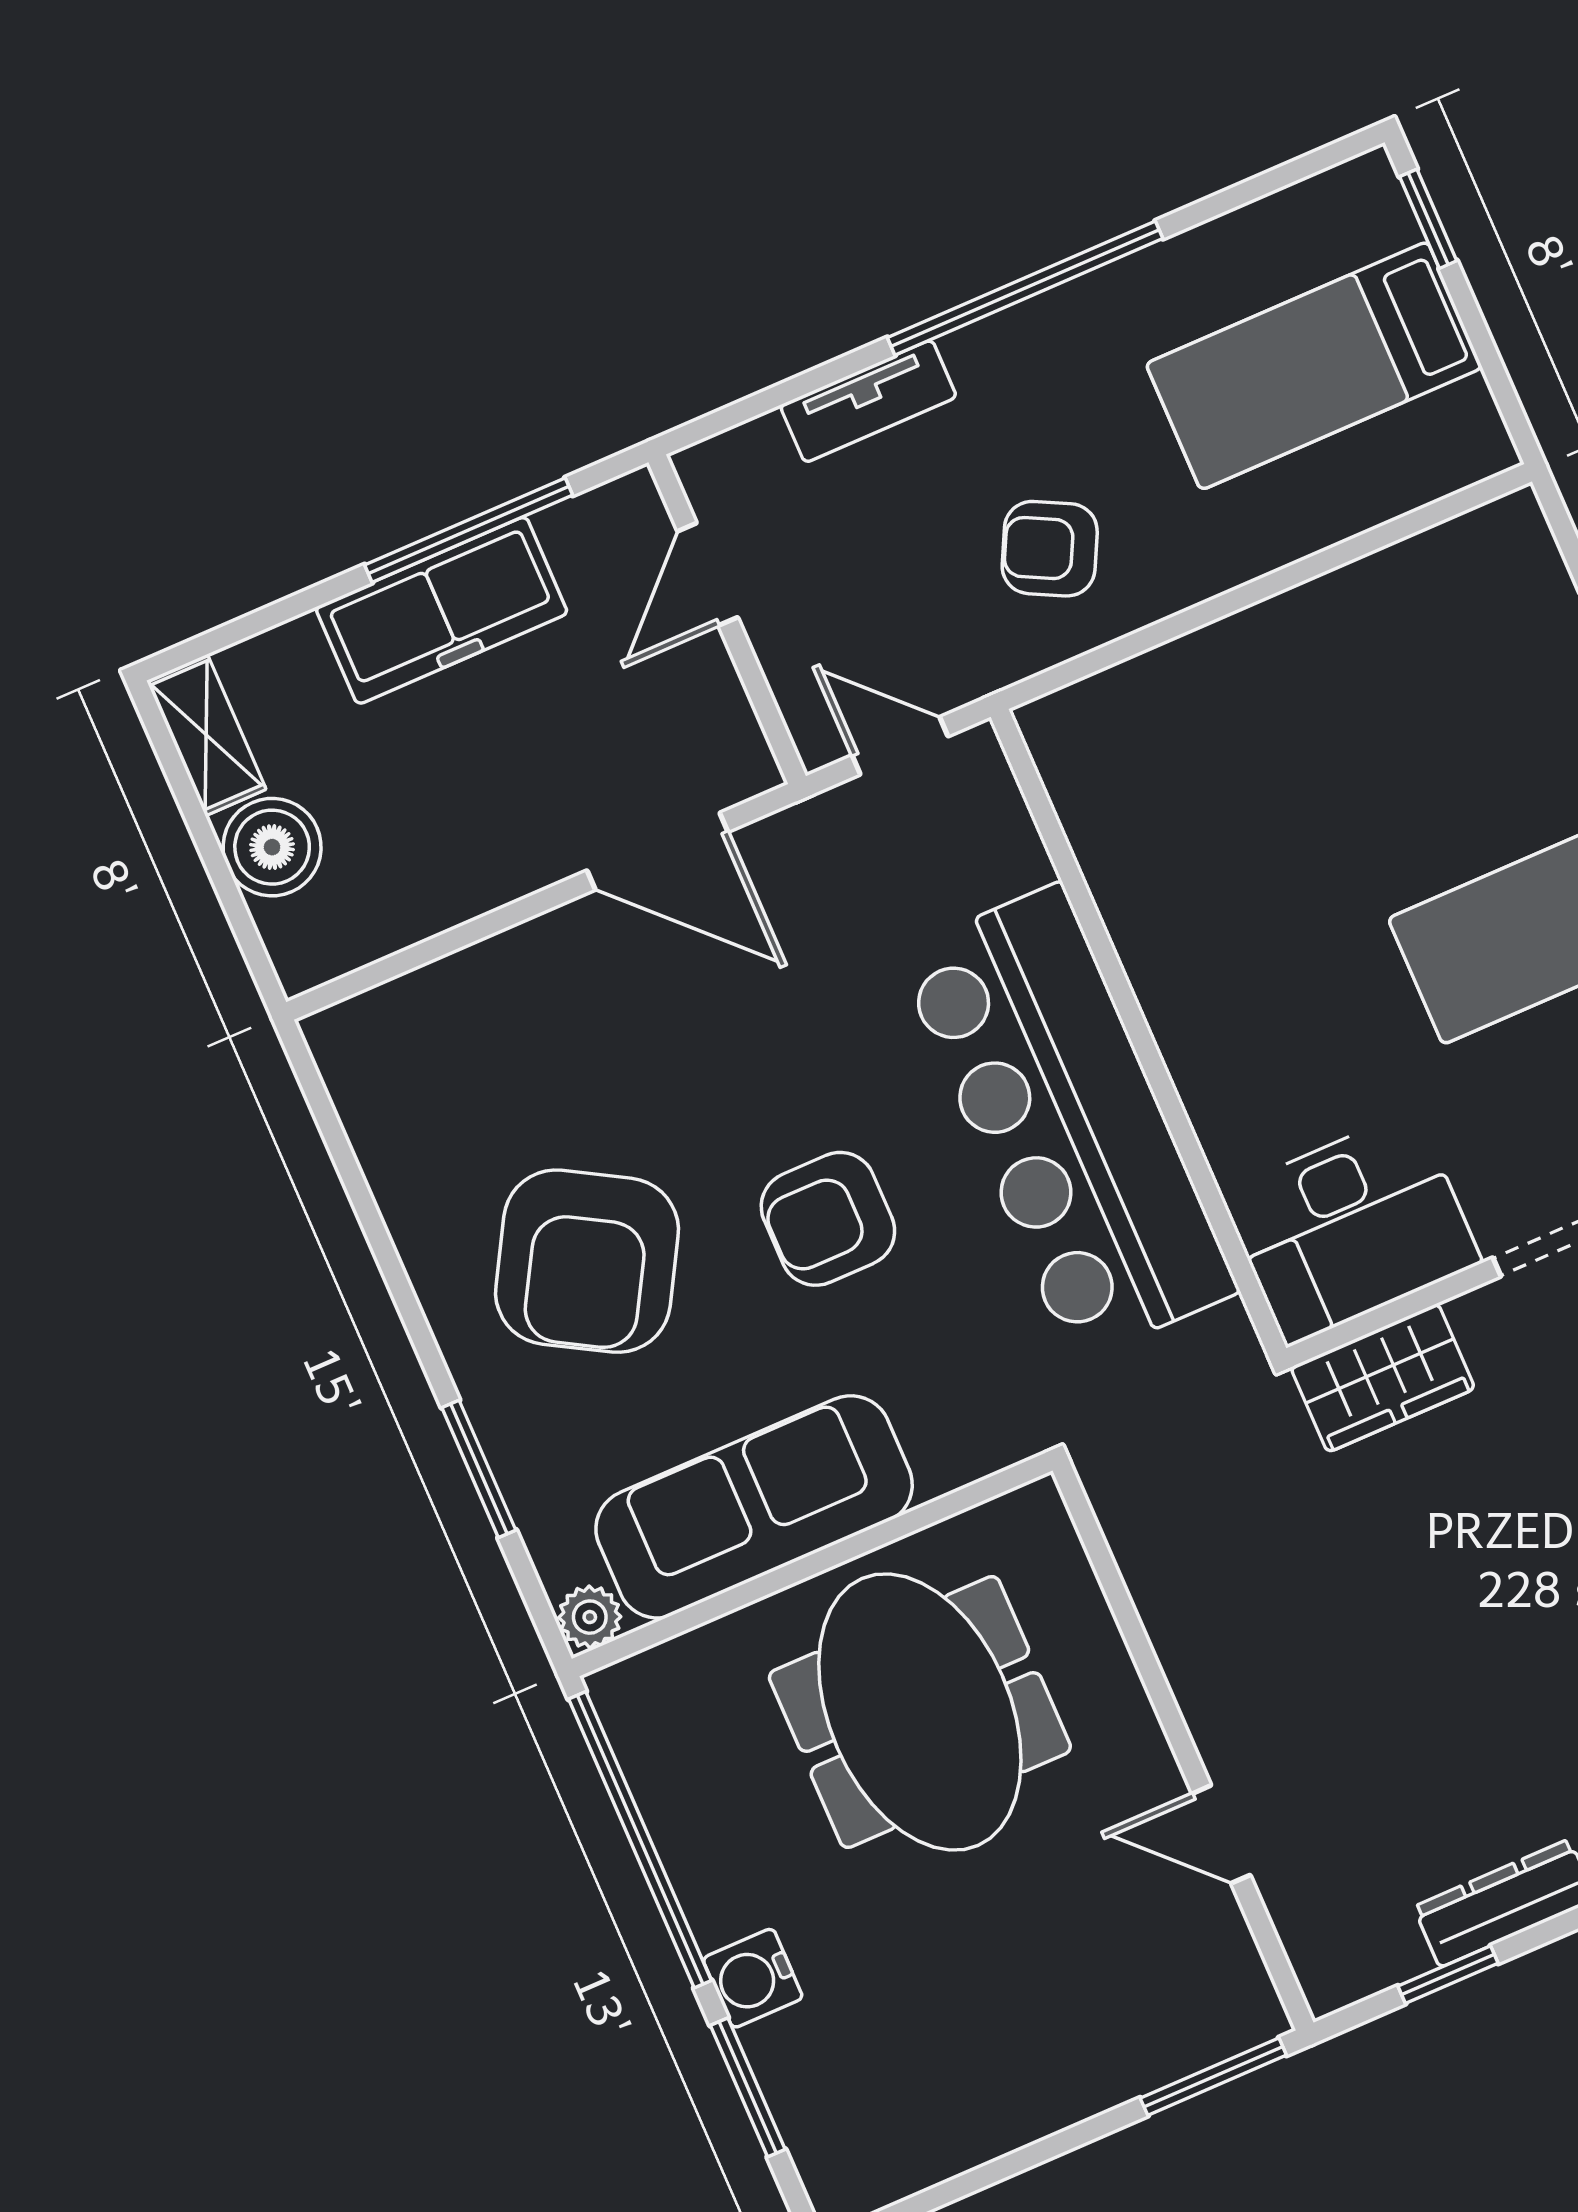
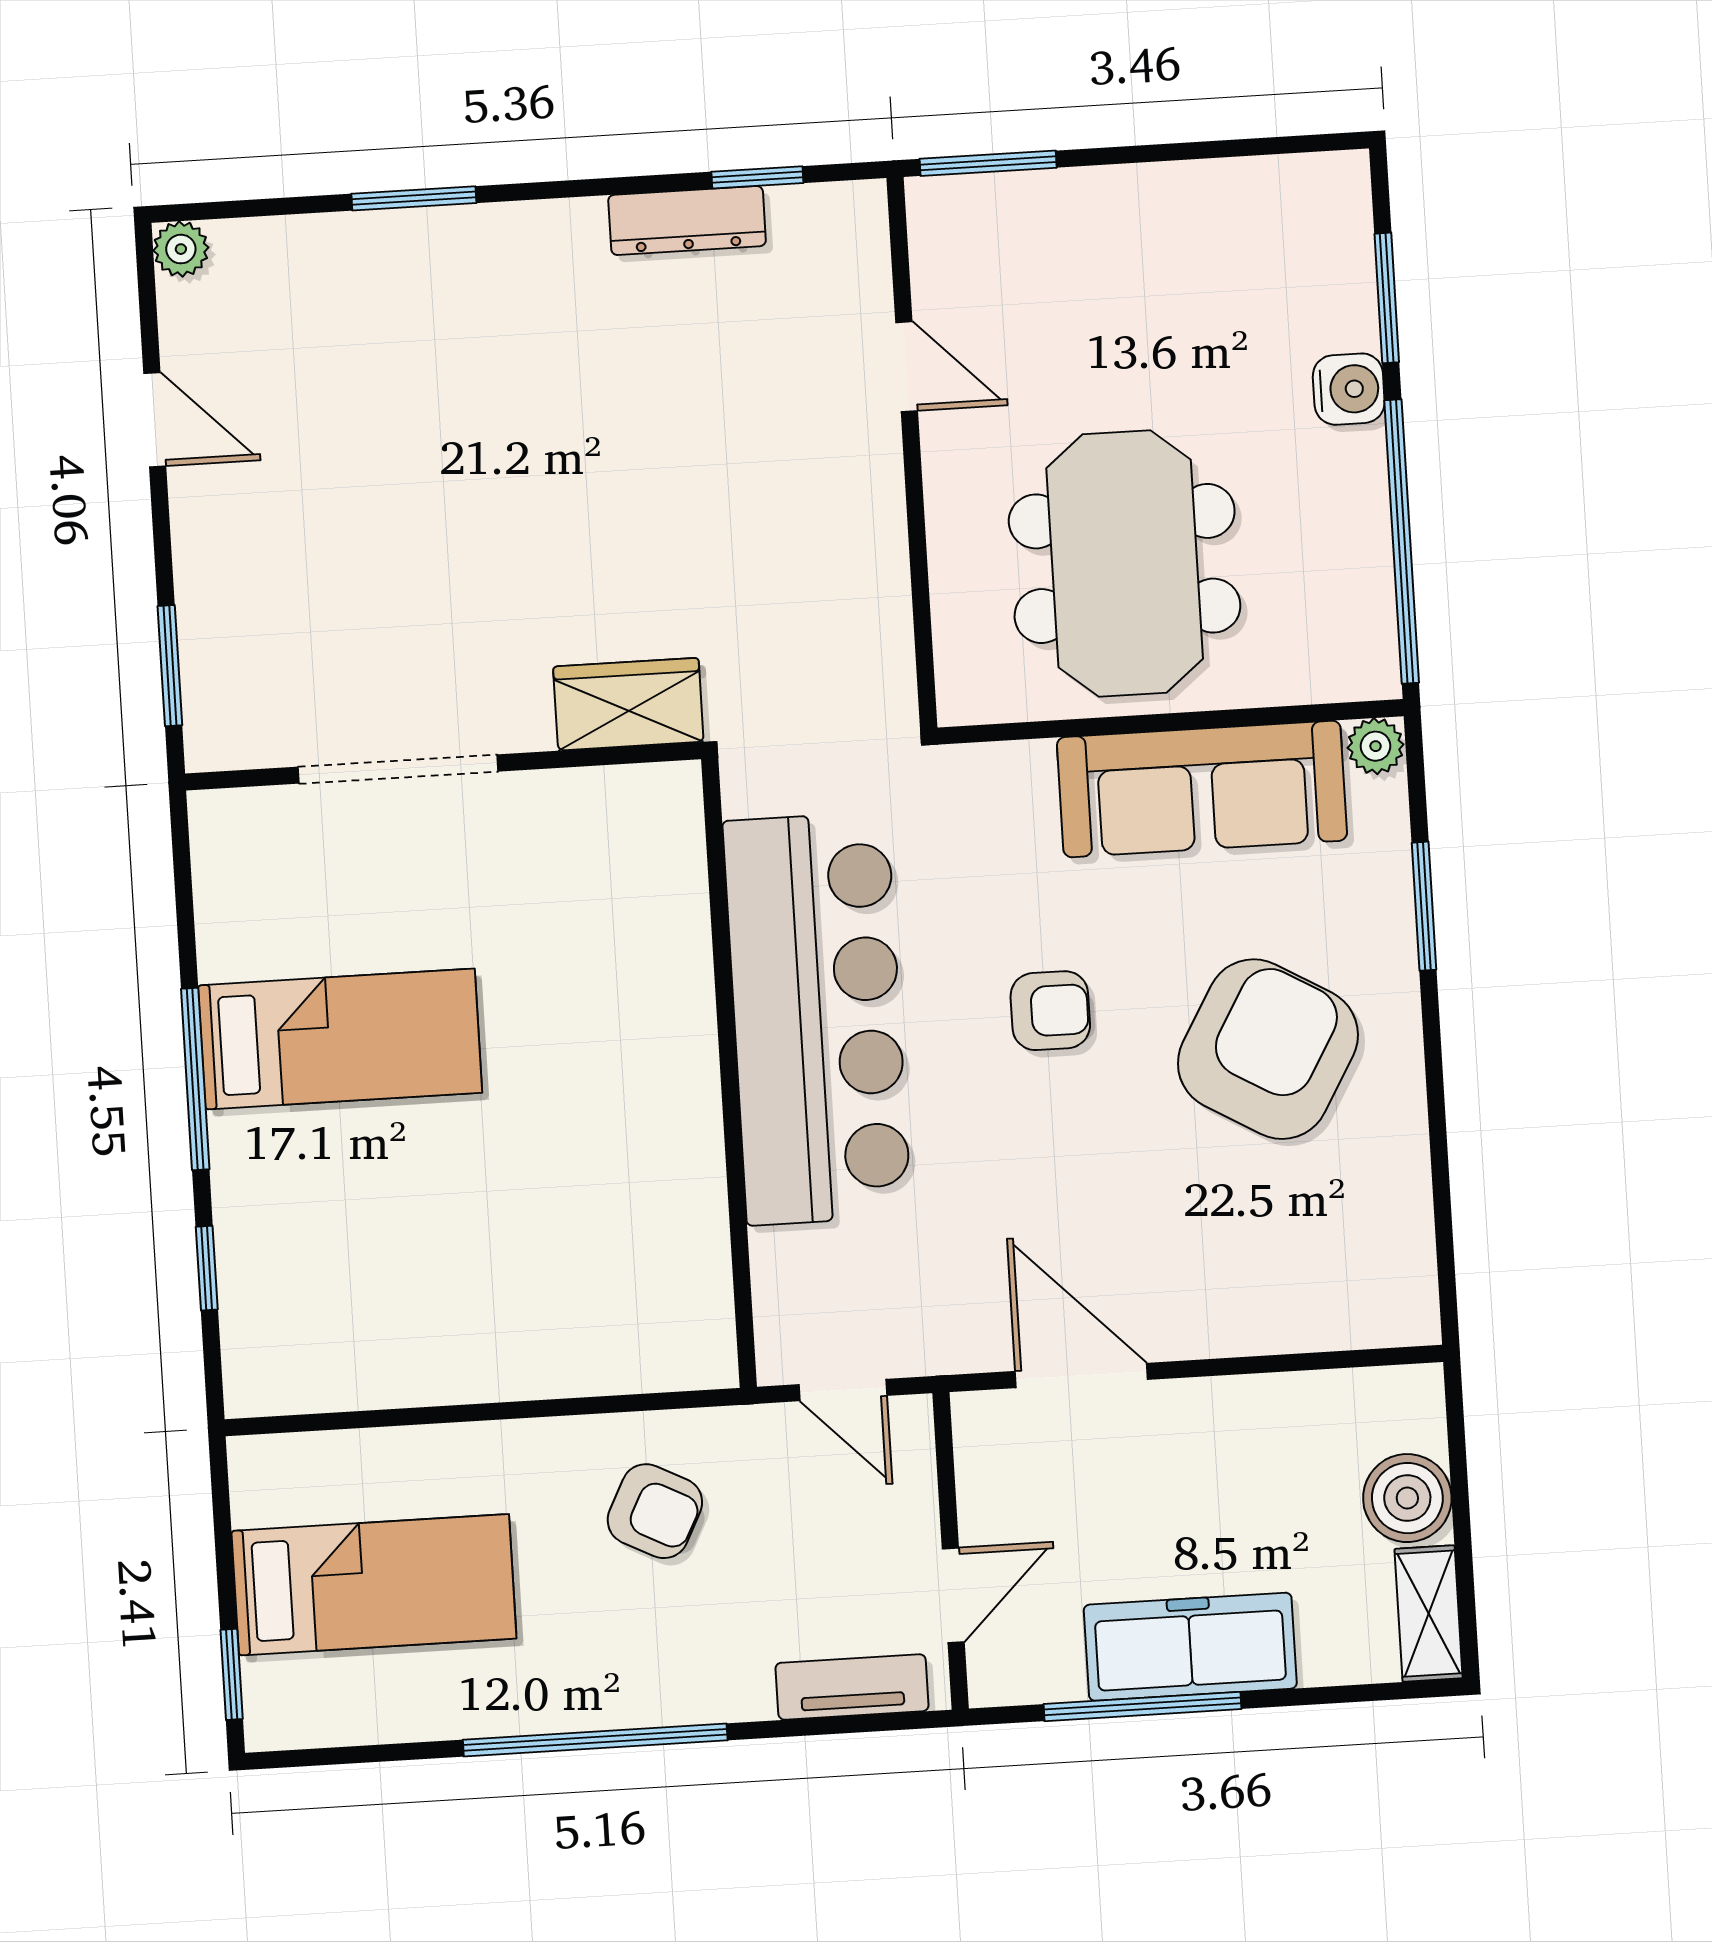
tv unit: (868, 401) -> (852, 1687), moved
armchair: (828, 1219) -> (1050, 1011), width x0.72, depth x0.72
desk: (1351, 1228) -> (609, 841), removed

